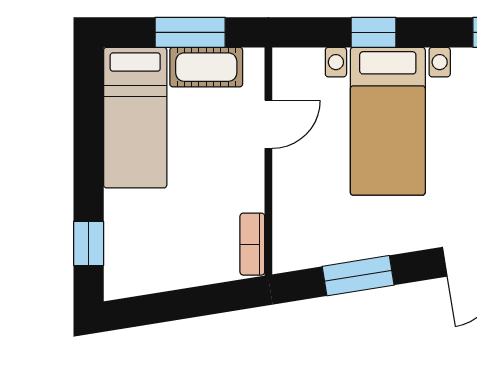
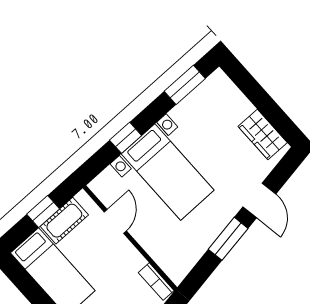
window: (190, 32) -> (43, 211), width x0.67
window: (358, 276) -> (228, 239), moved

